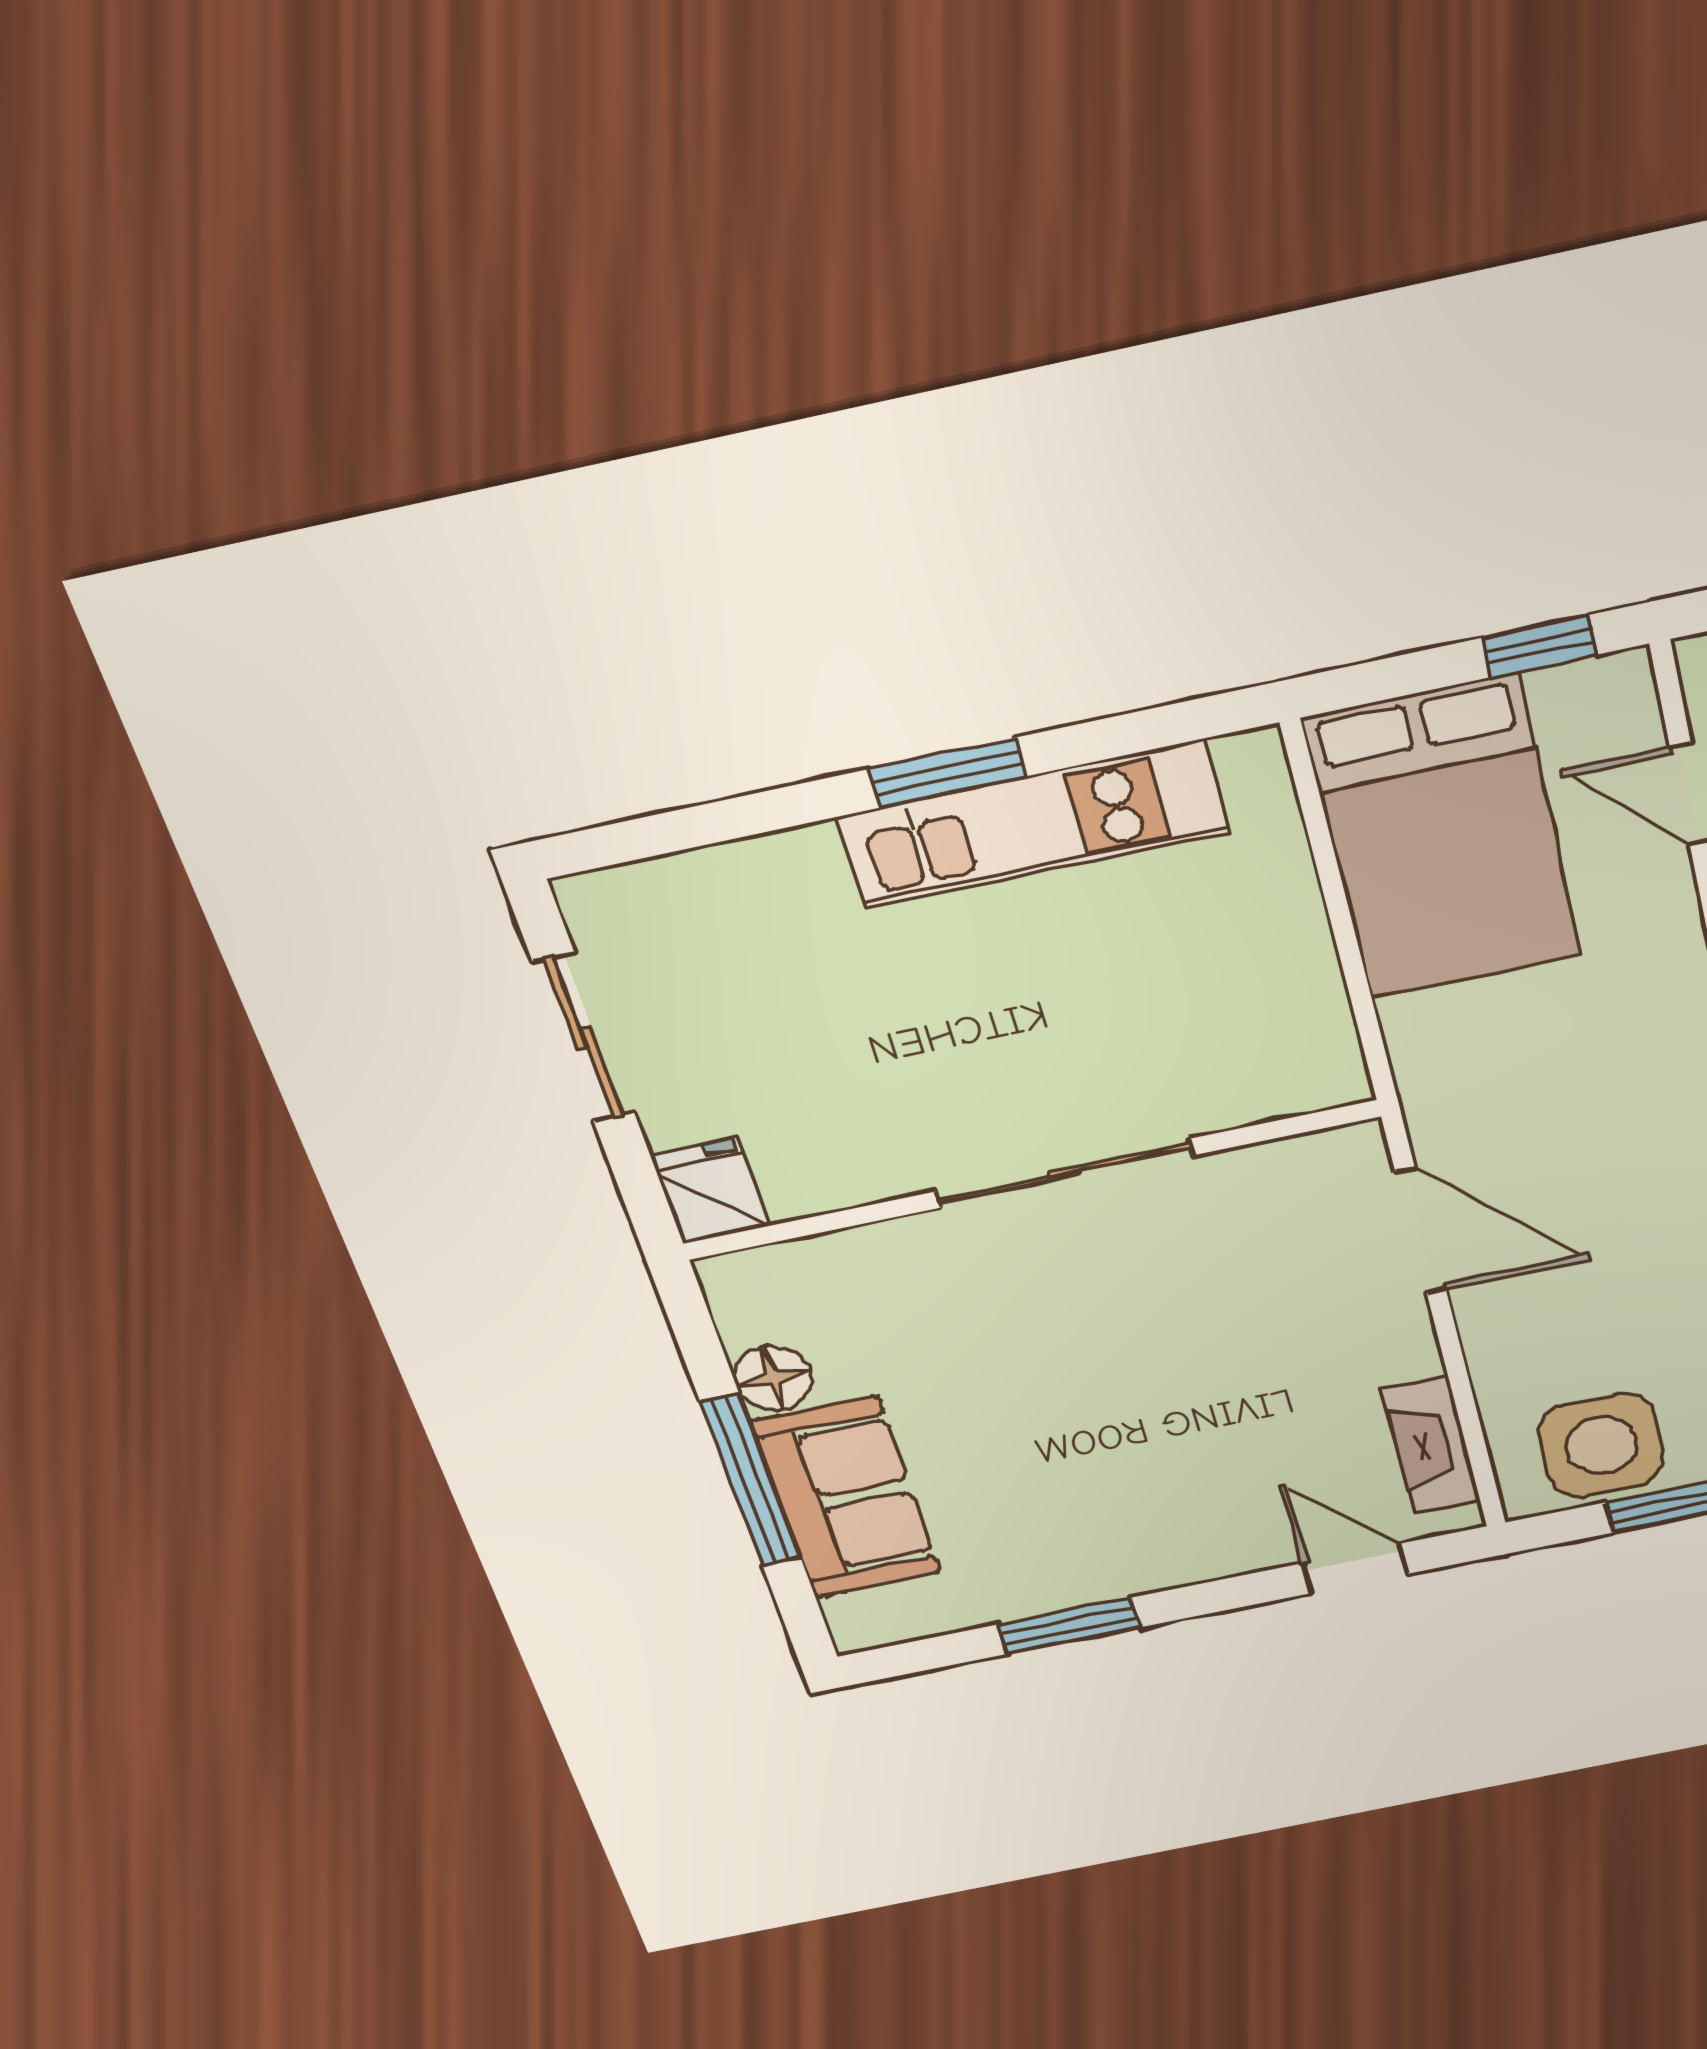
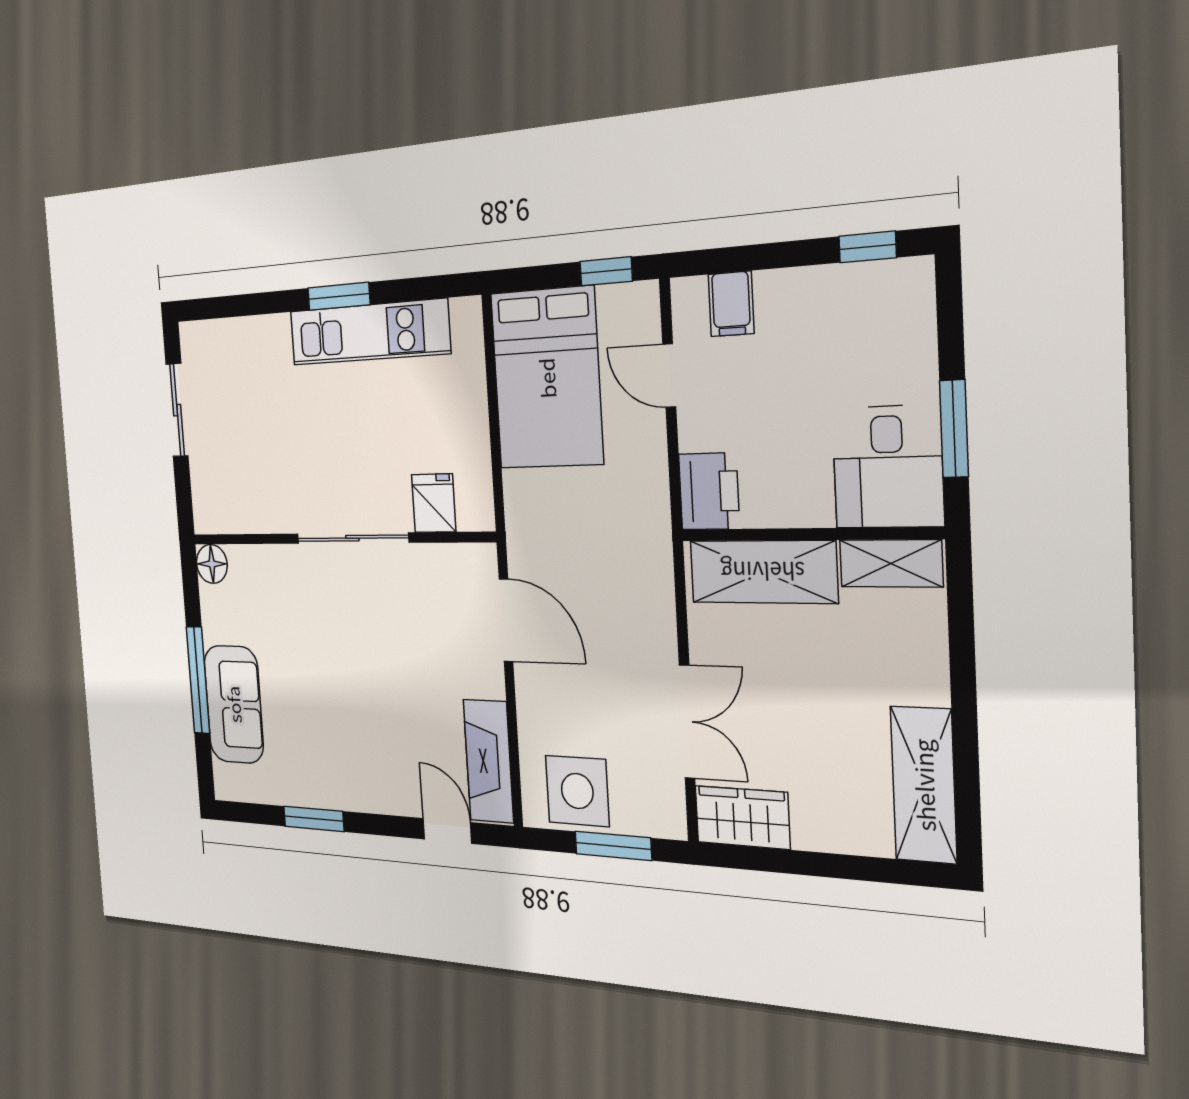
fridge: (710, 1191) -> (434, 503), moved
floor lamp: (773, 1378) -> (212, 564), moved
fireplace: (1431, 1445) -> (488, 761), width x1.37, depth x1.32

